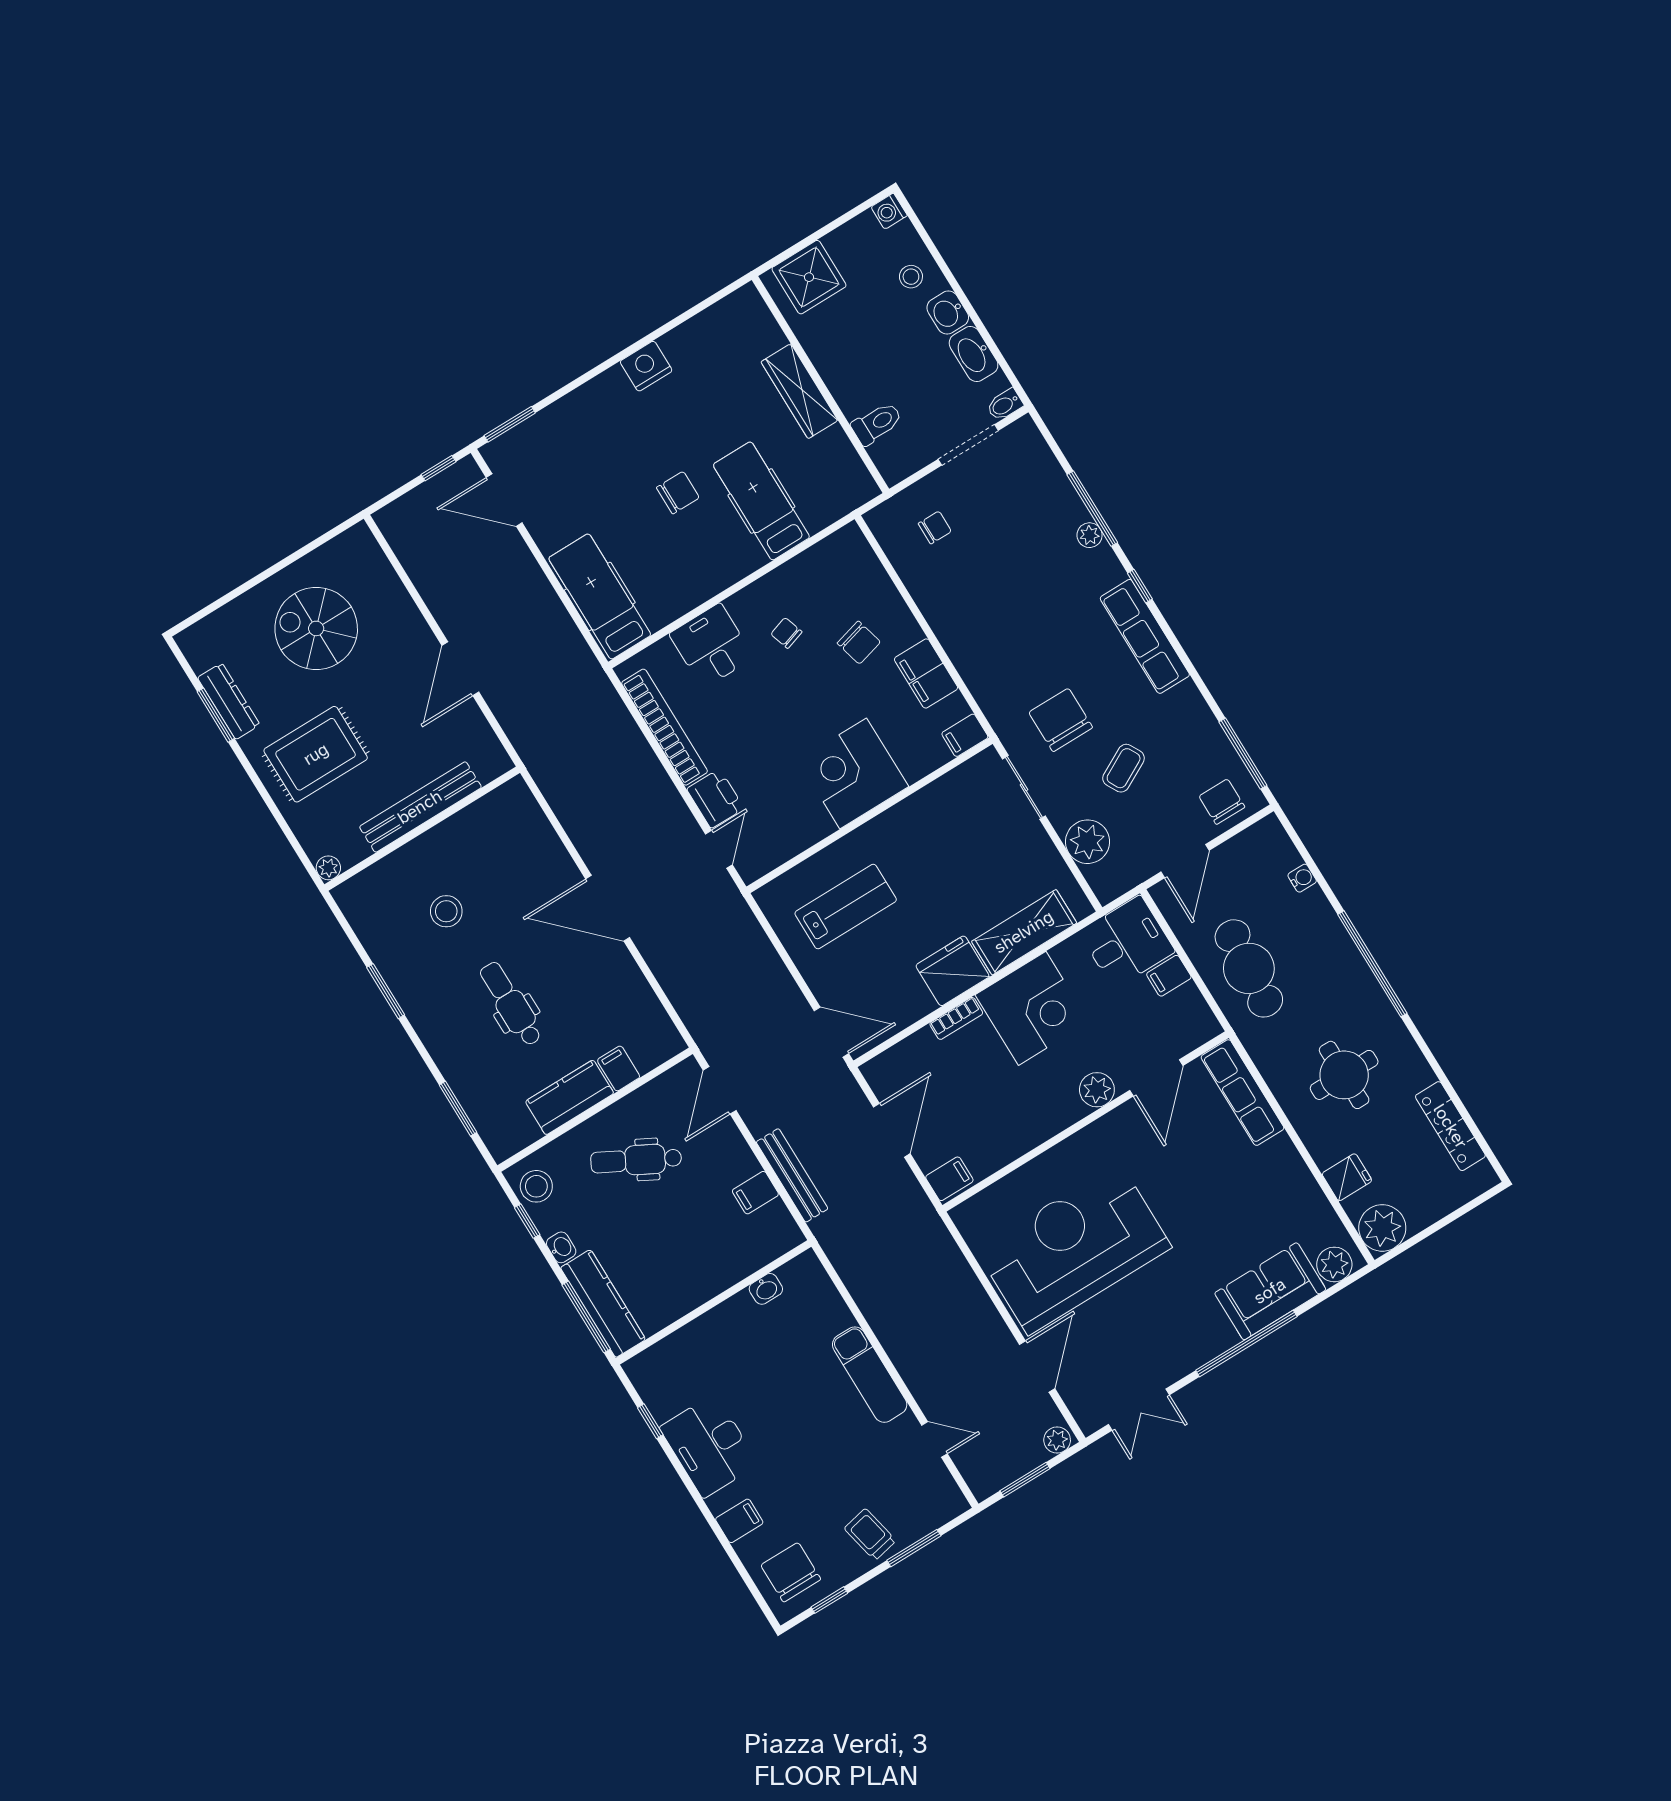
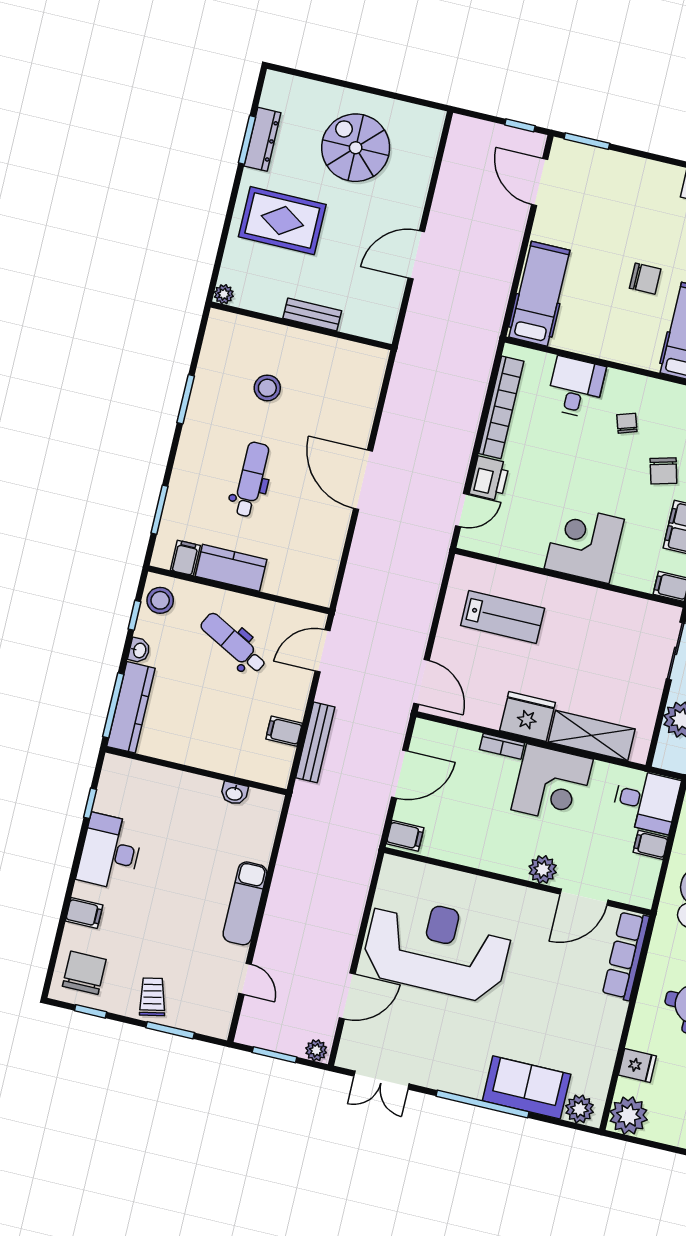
bench: (420, 807) -> (312, 314), width x0.54, depth x0.82
filing cabinet: (619, 1068) -> (185, 558), moved

